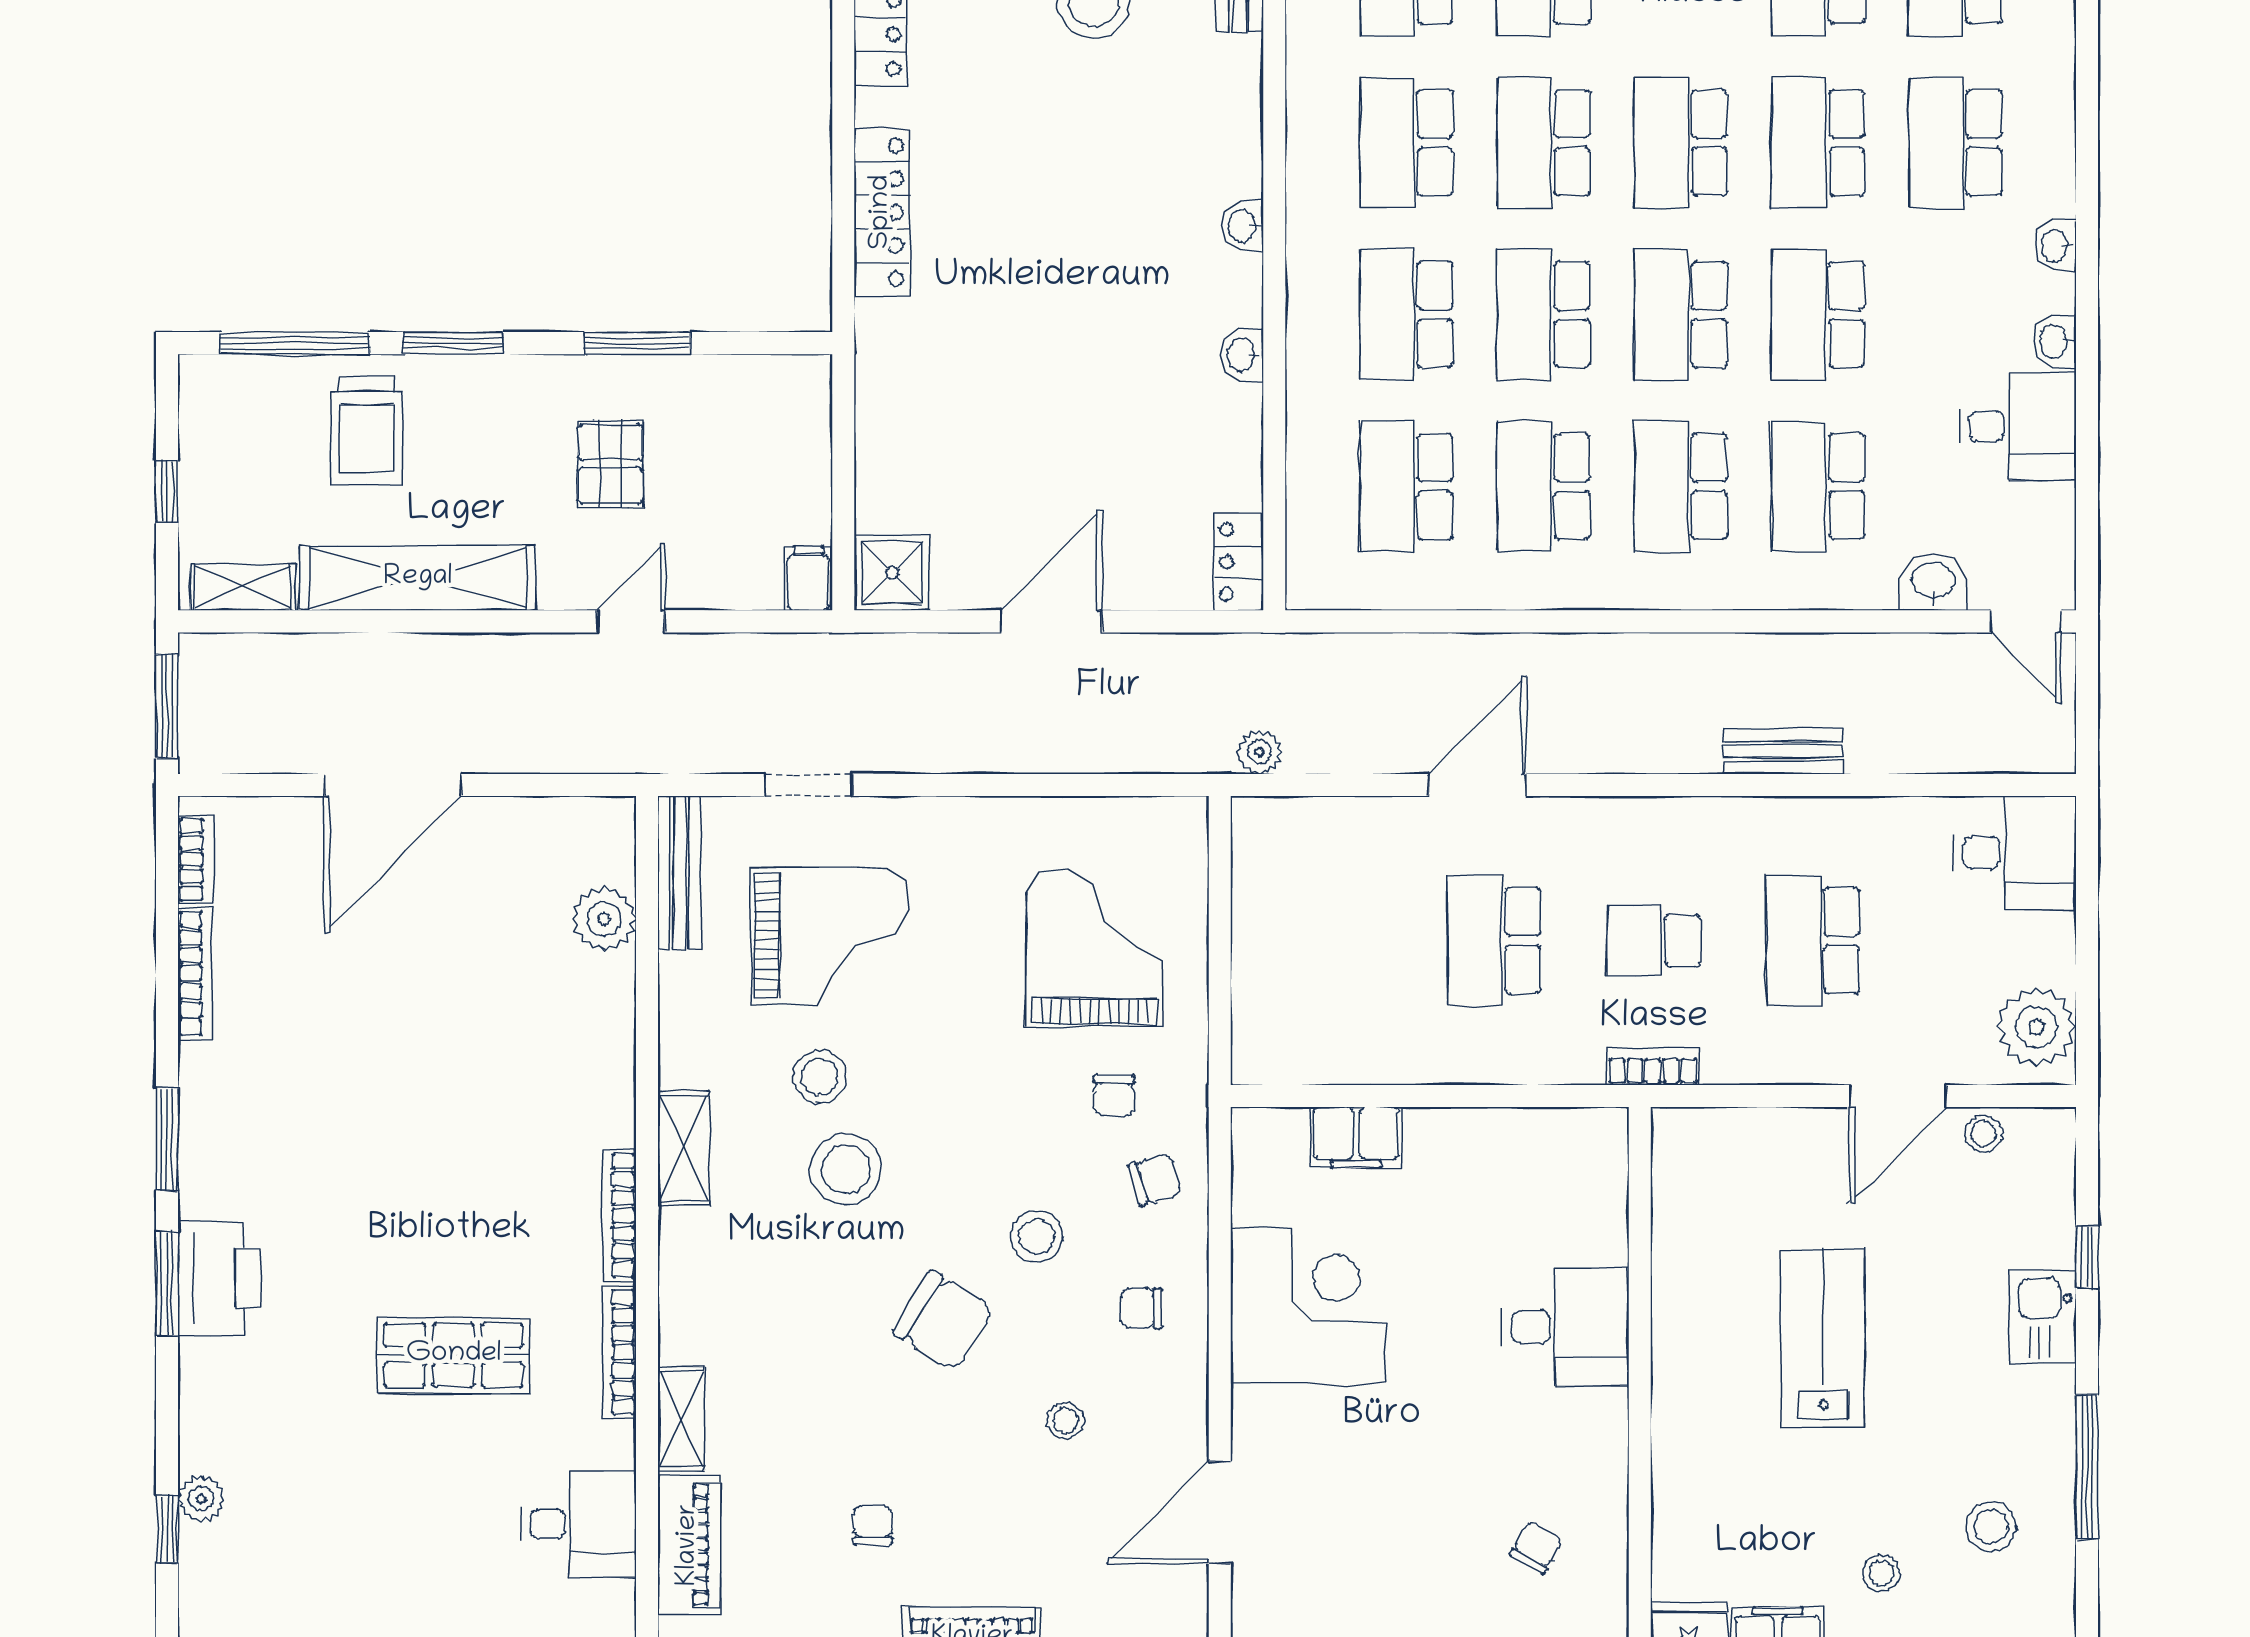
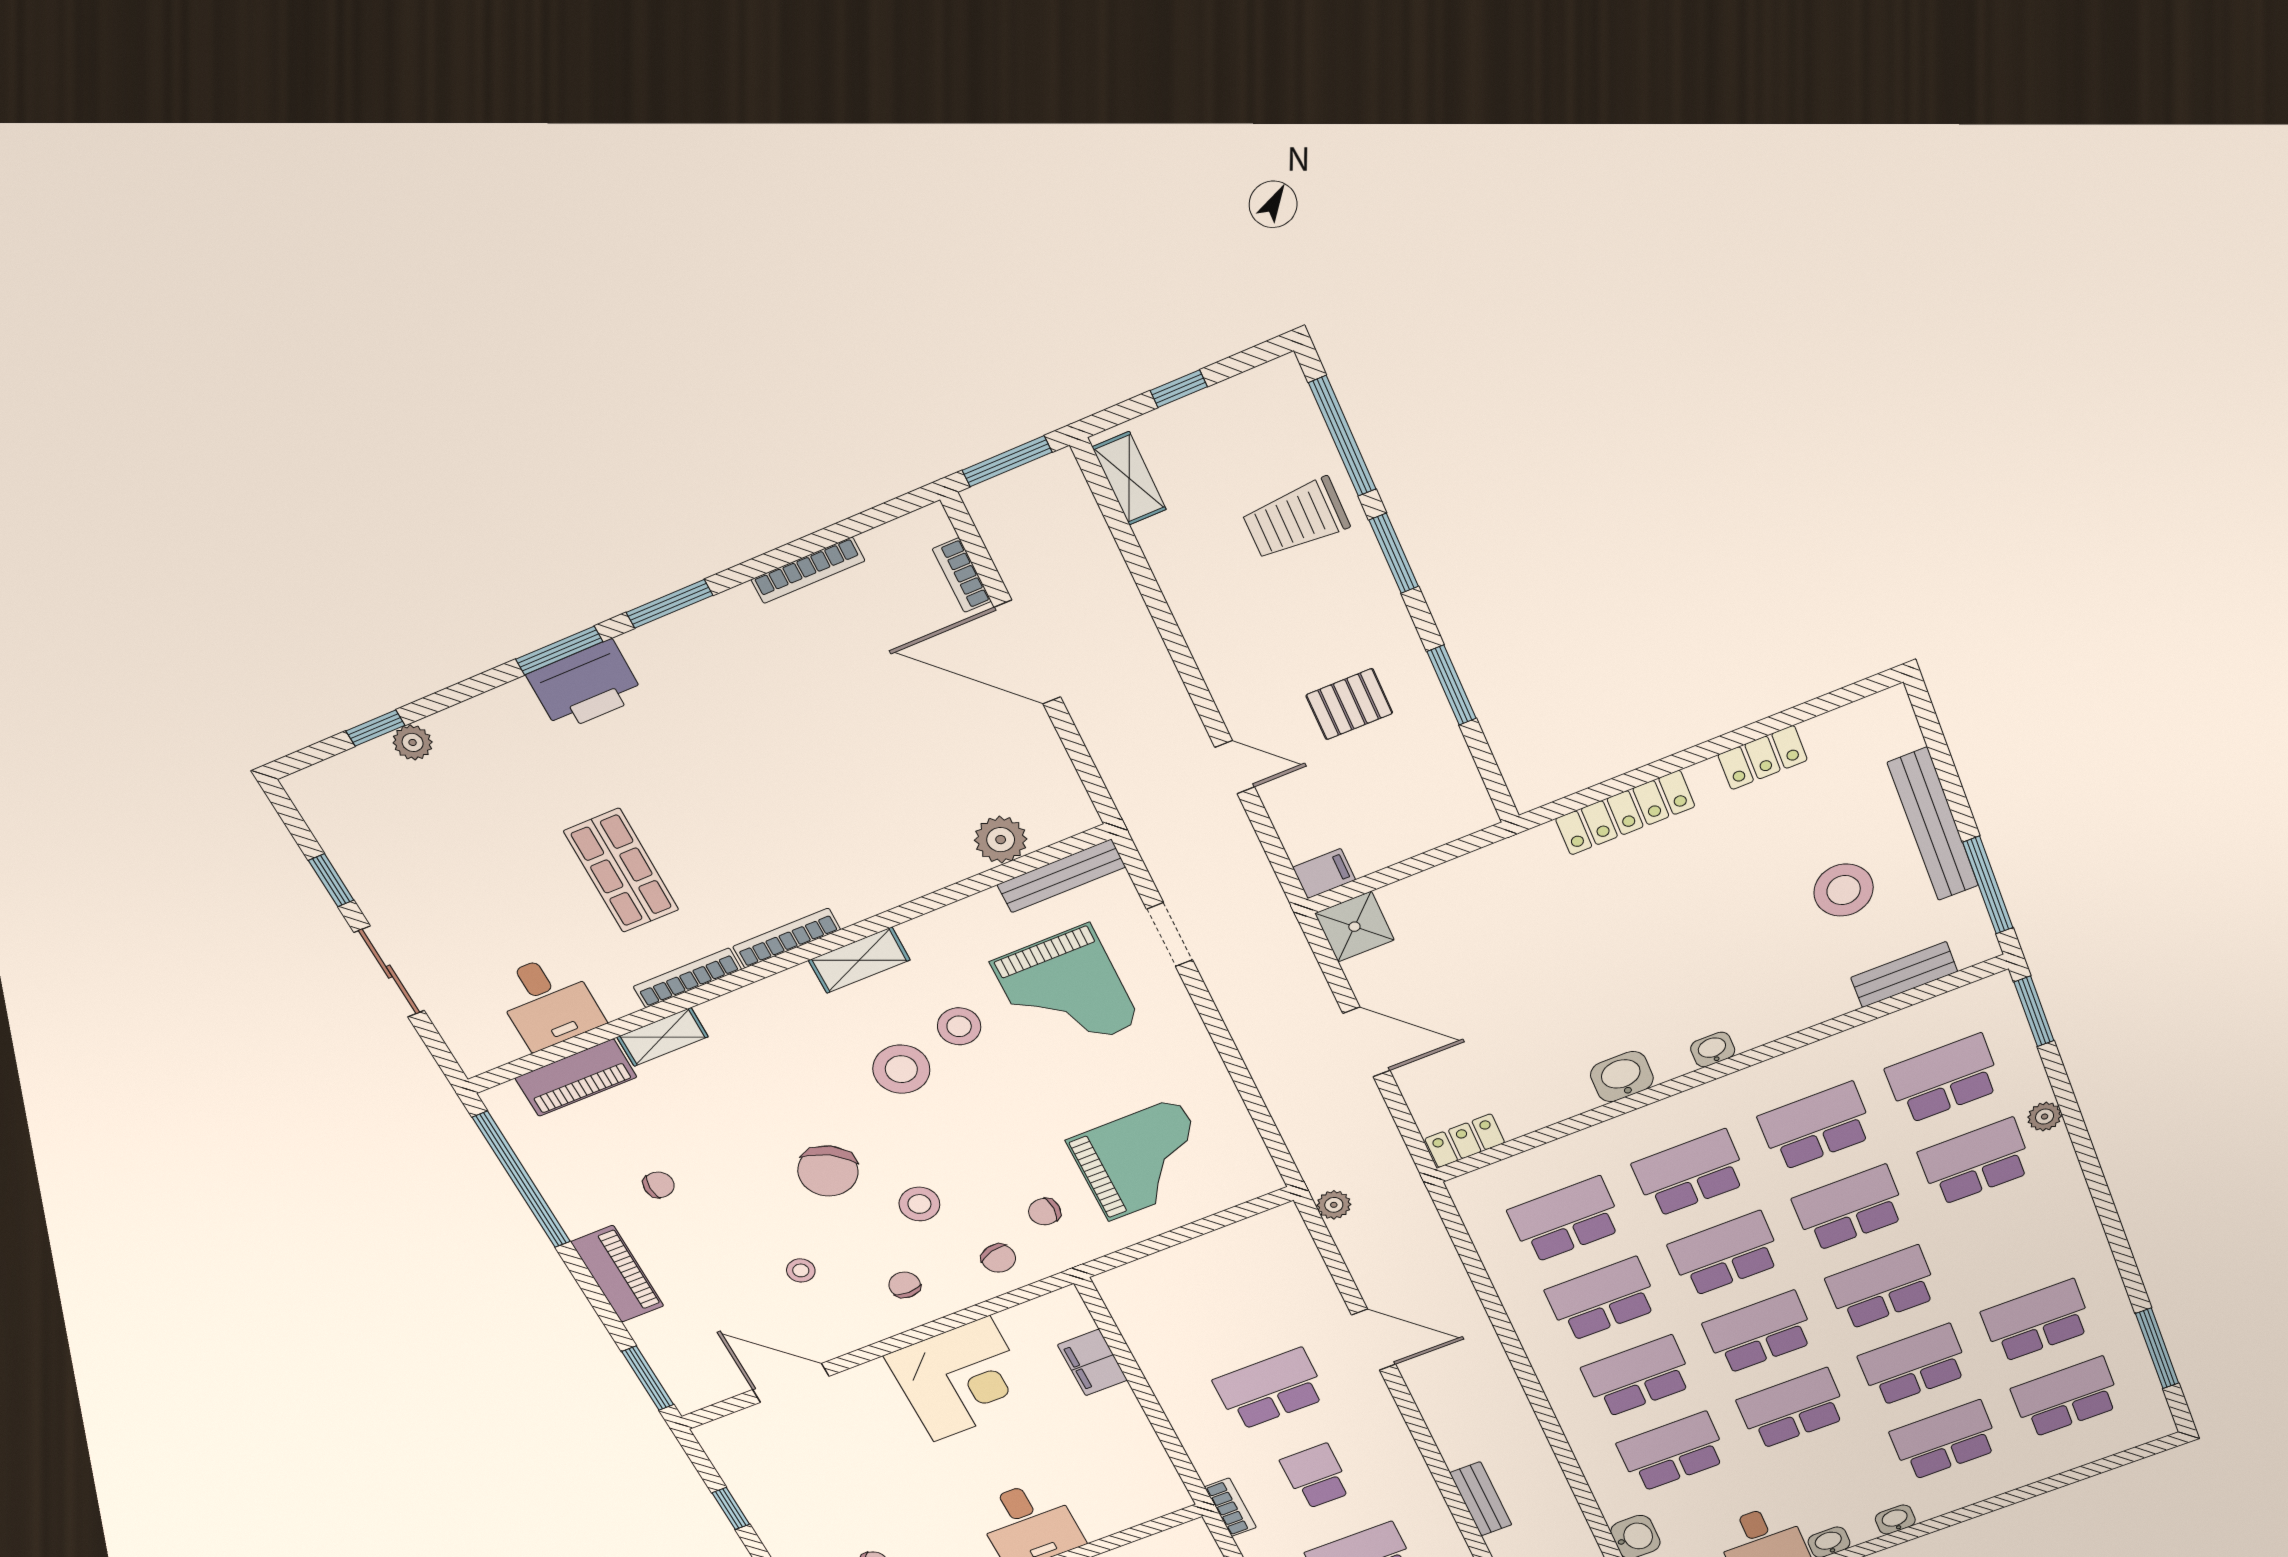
washbasin: (1242, 355) -> (1622, 1077), width x1.38, depth x1.45
shelving: (418, 578) -> (1197, 604), removed
bookcase: (195, 860) -> (962, 575), moved, turned 90

